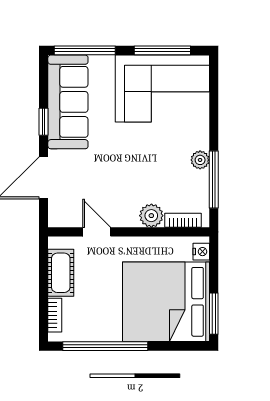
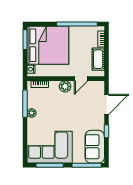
sofa: (68, 102) -> (95, 147), width x0.73
plant: (151, 216) -> (65, 86), moved
door: (97, 232) -> (81, 79), hinge flipped

